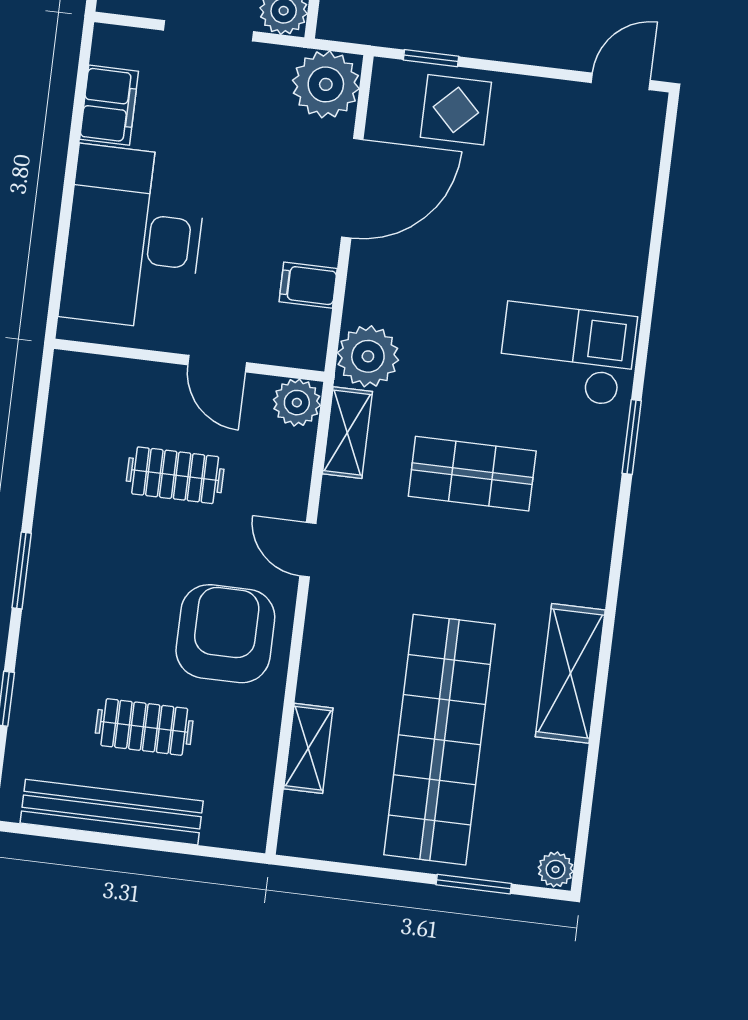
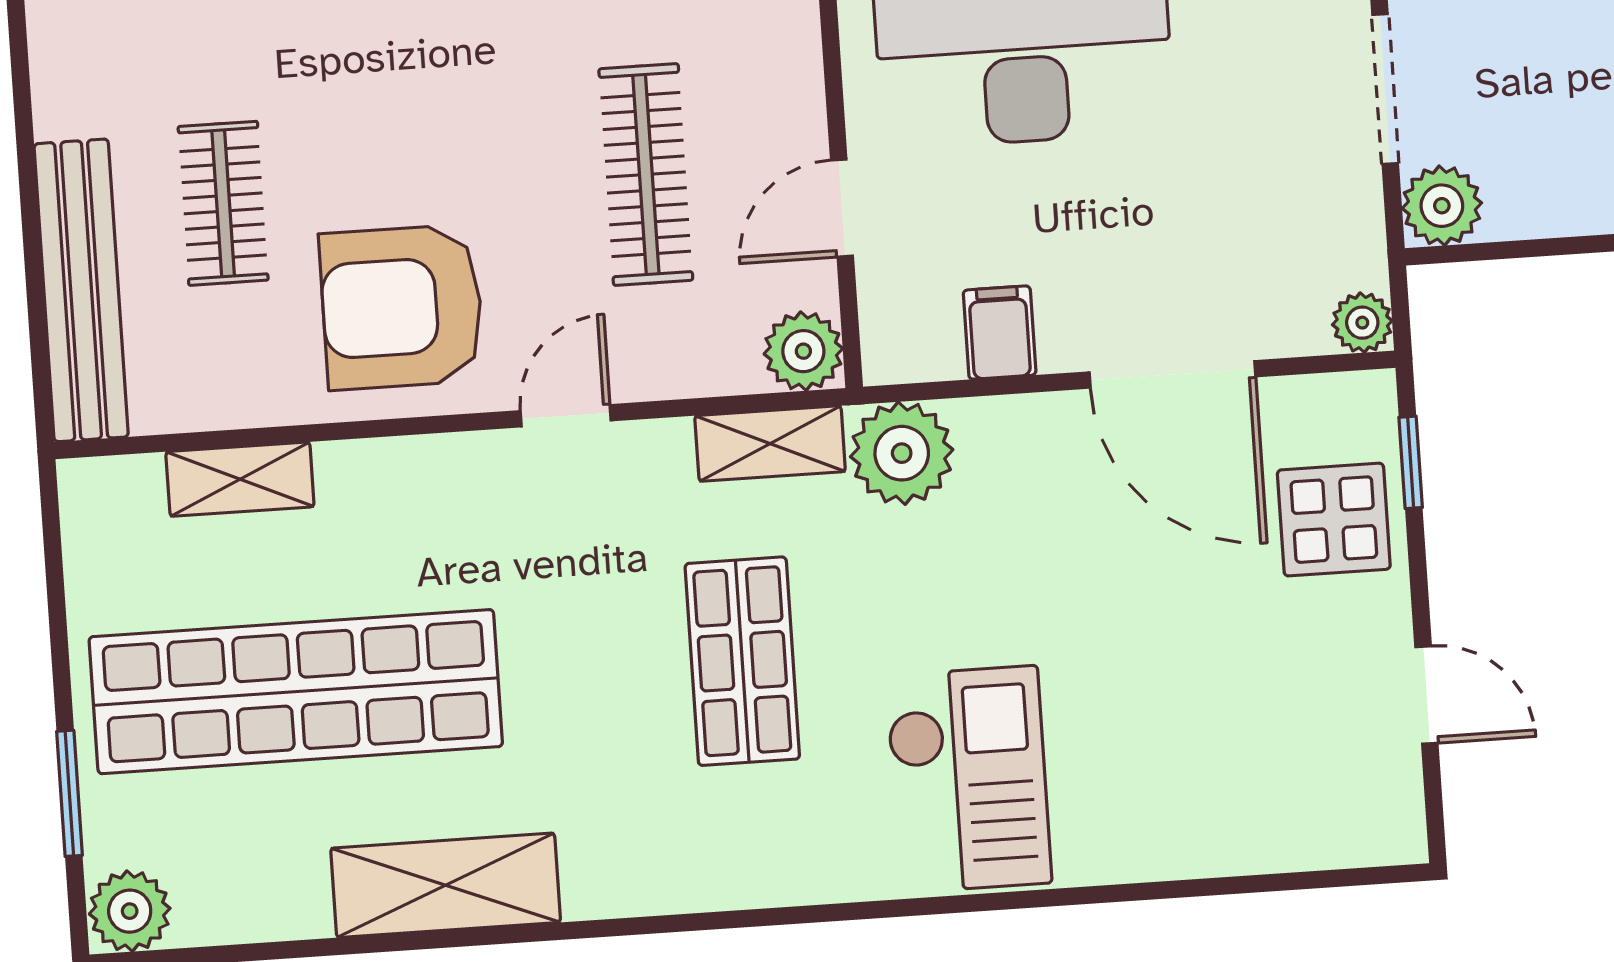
door: (621, 81) -> (1426, 695), moved
plant: (326, 84) -> (1362, 323), width x0.53, depth x0.53
window: (632, 437) -> (853, 911), removed
clothes rail: (175, 475) -> (646, 175), width x1.36
armchair: (225, 634) -> (402, 307), turned 180
bench: (112, 812) -> (81, 290), moved
plant: (556, 869) -> (130, 911), width x1.38, depth x1.38

